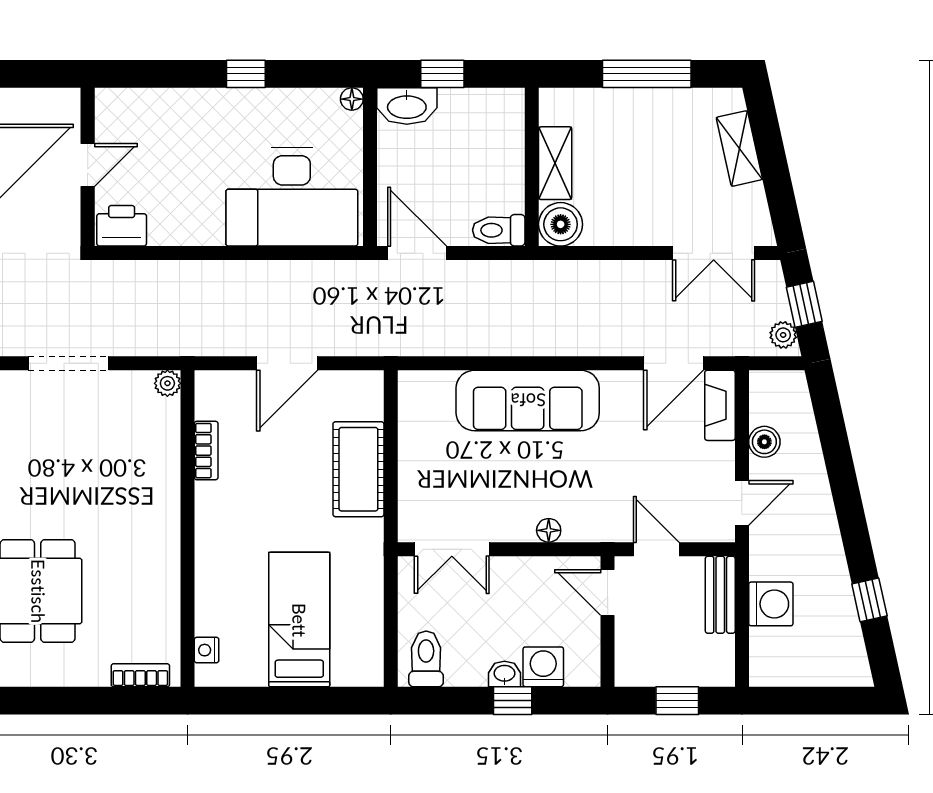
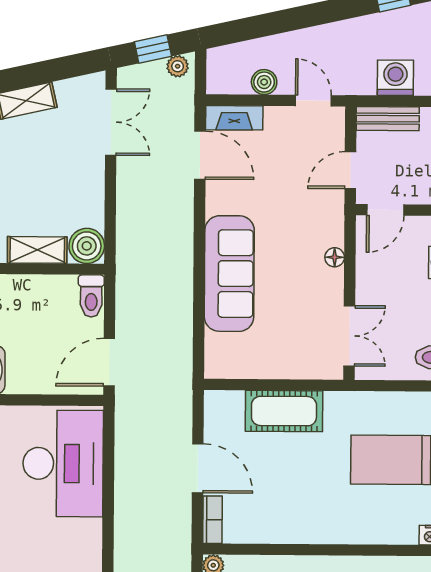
bookcase: (206, 451) -> (212, 520), moved, turned 90

